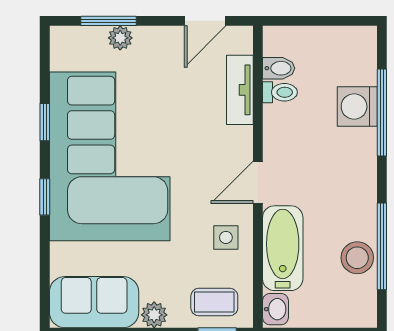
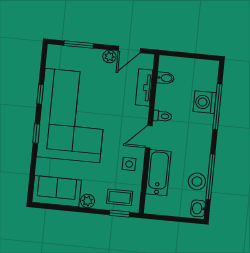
plant: (120, 38) -> (109, 57), moved
toilet: (280, 92) -> (162, 116), moved
washbasin: (275, 309) -> (198, 208), moved, turned 180

